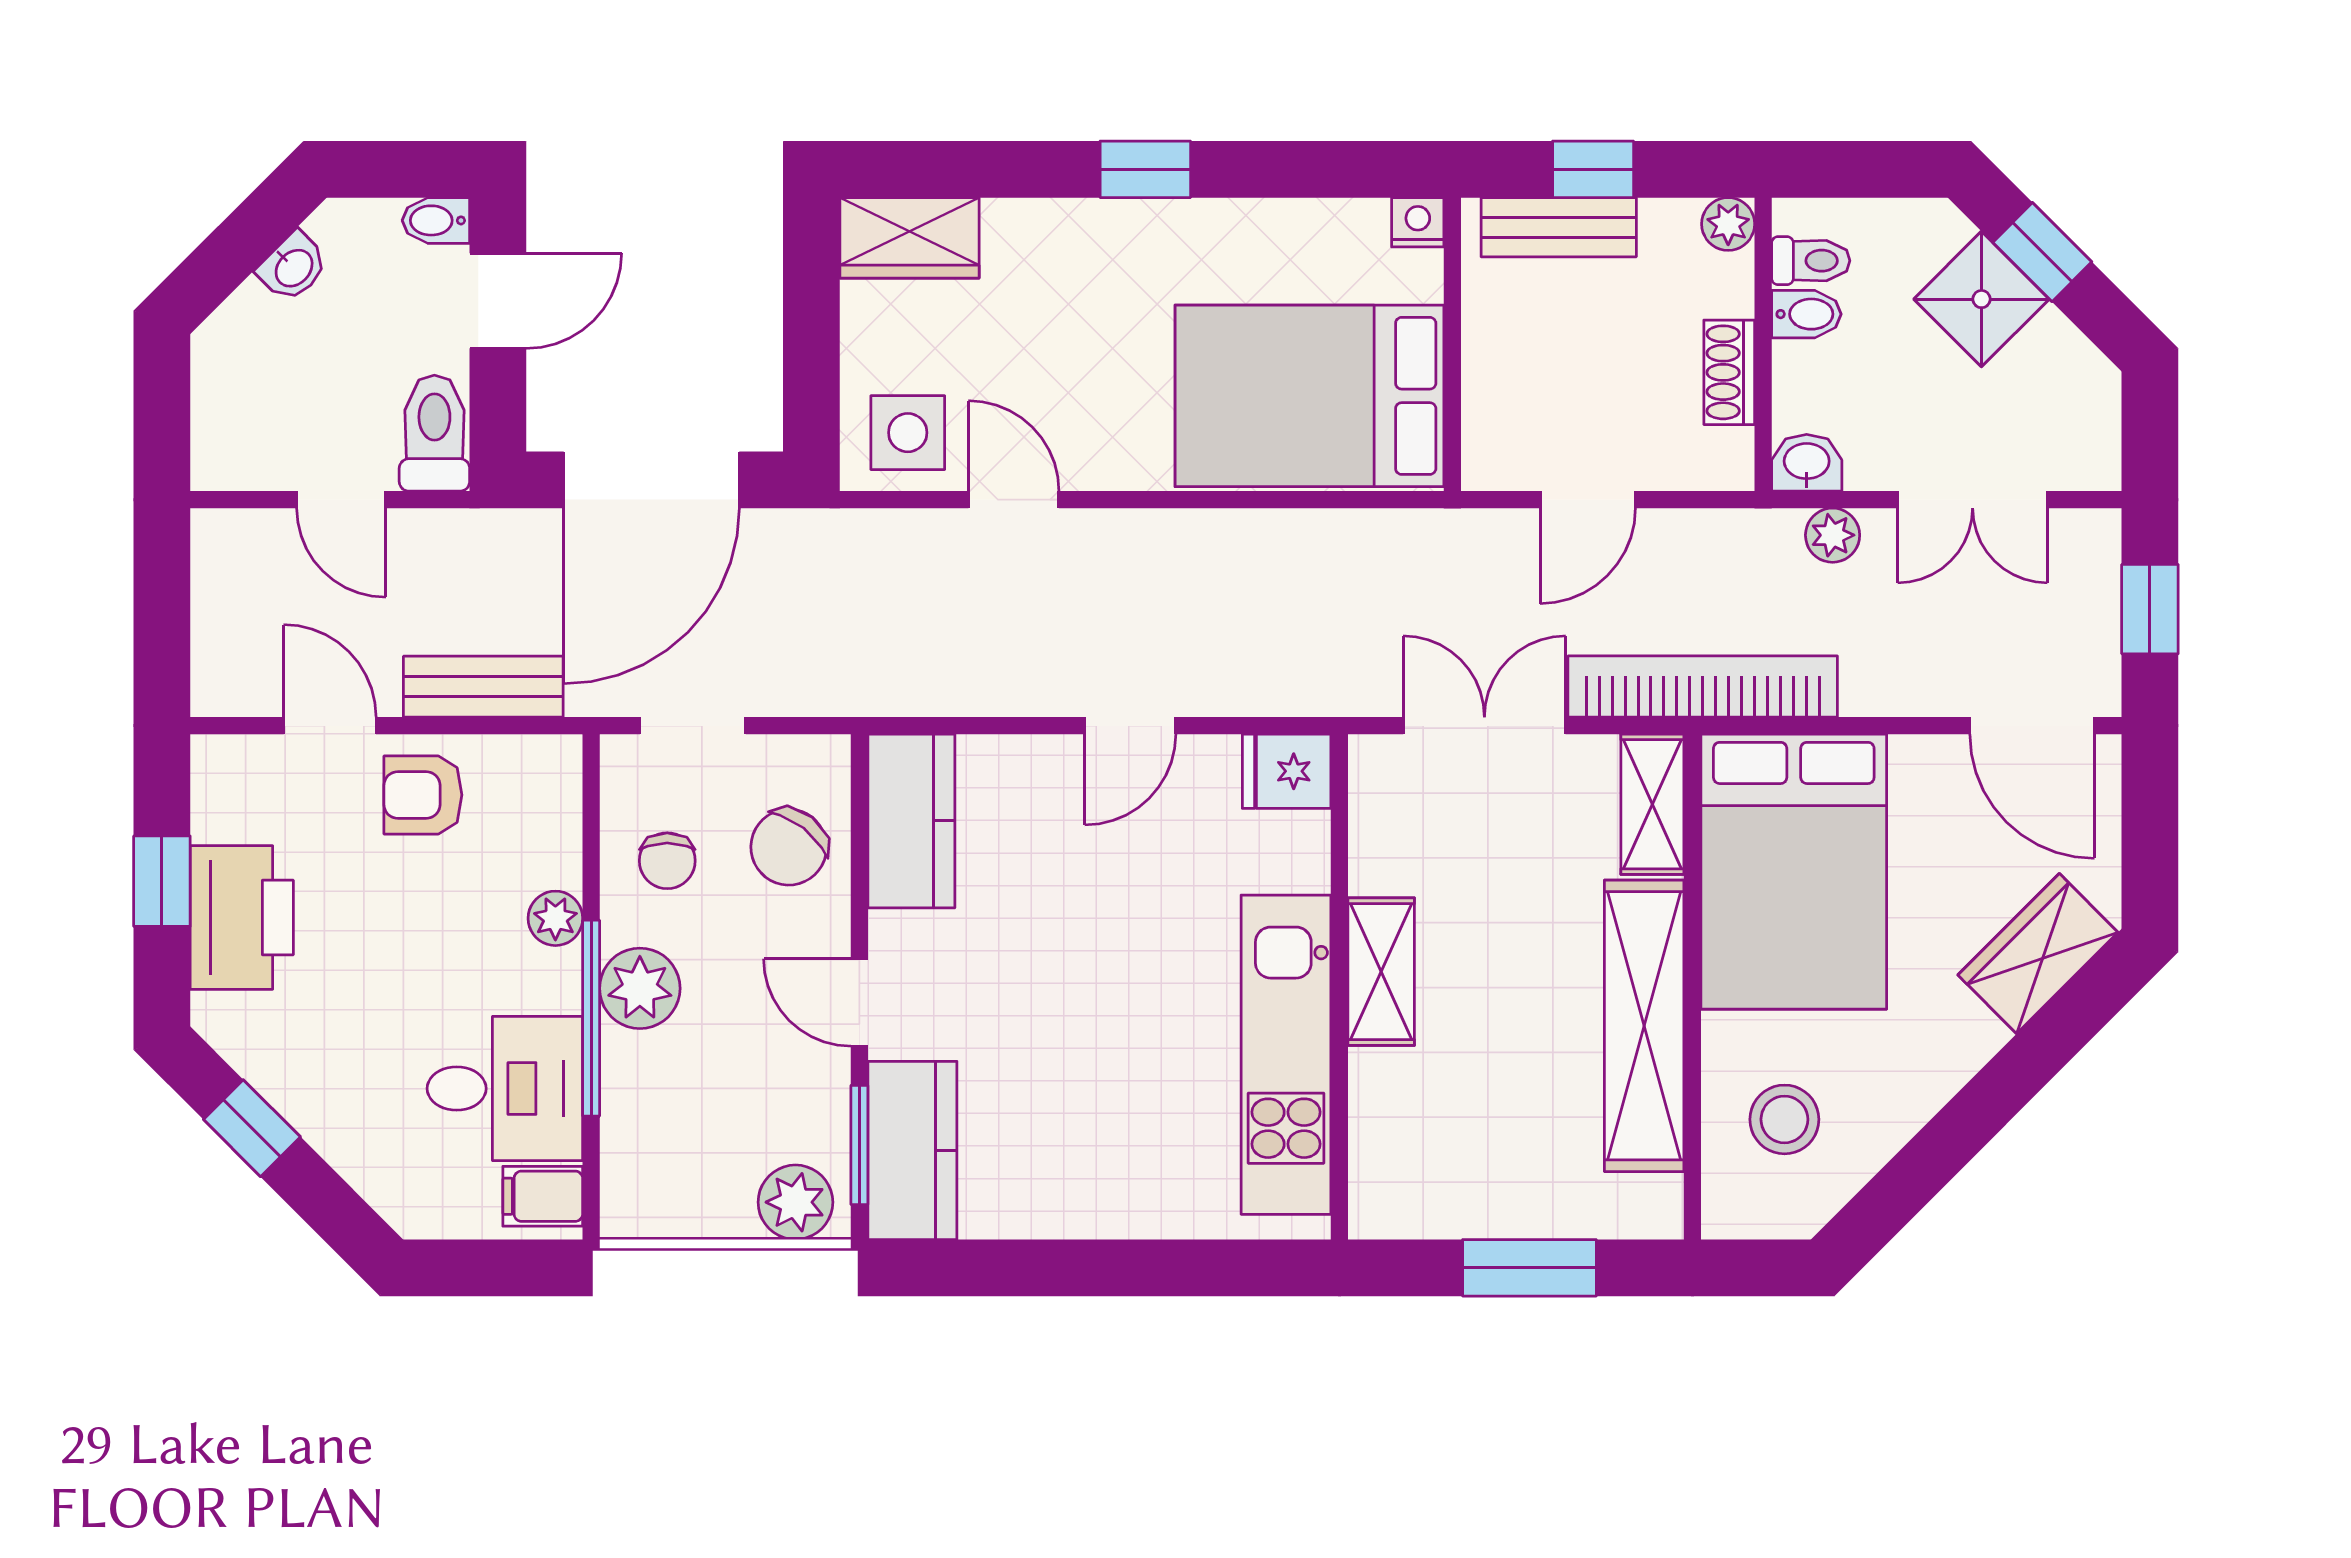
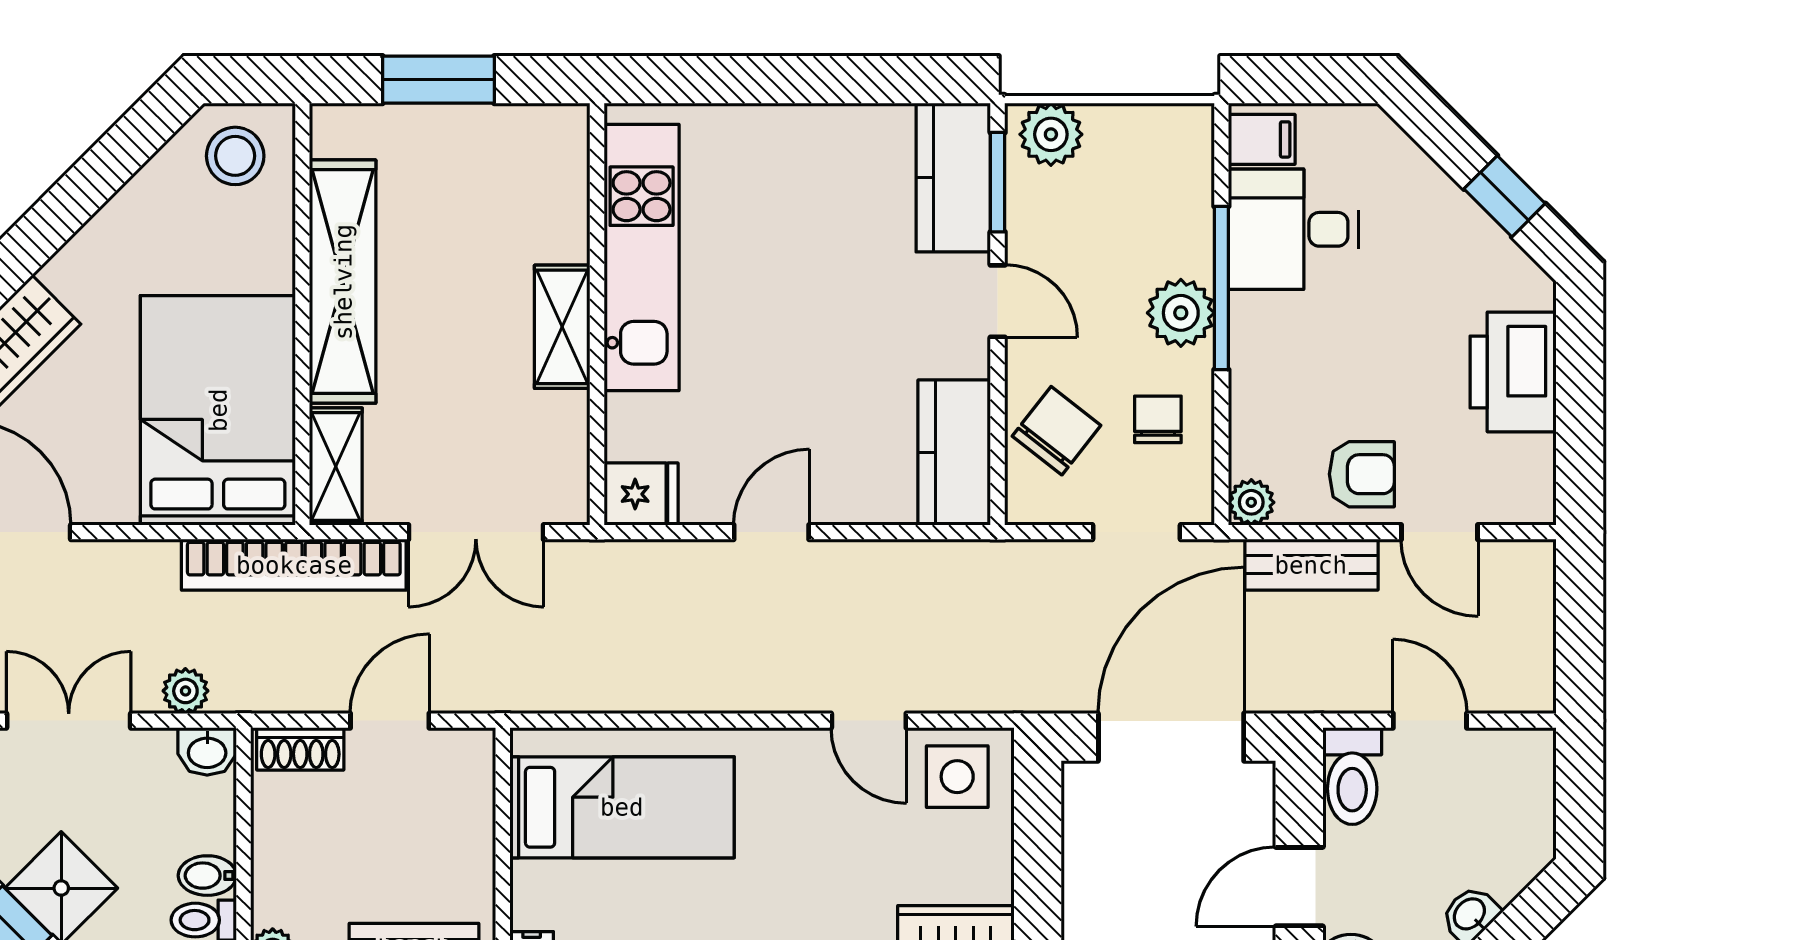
shoe rack: (1729, 372) -> (300, 749), moved, turned 90
bed: (1309, 396) -> (622, 807), width x0.67
window: (162, 881) -> (1580, 402), removed
plant: (555, 918) -> (1251, 502), moved
stool: (1784, 1119) -> (235, 156), moved

